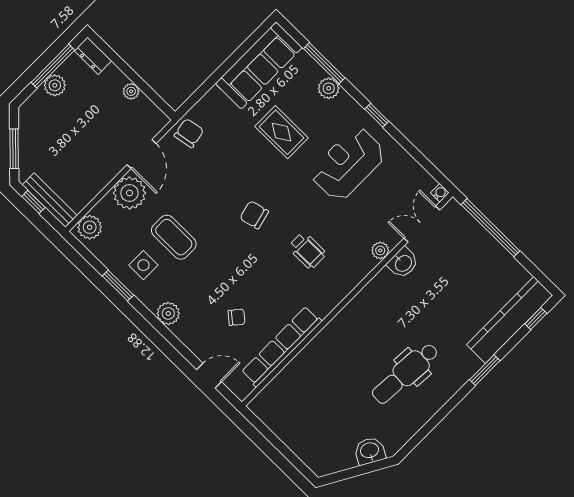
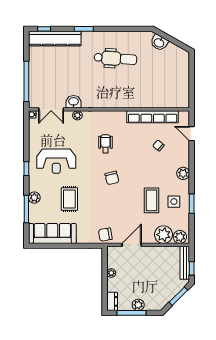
plant: (129, 193) -> (163, 235), moved

